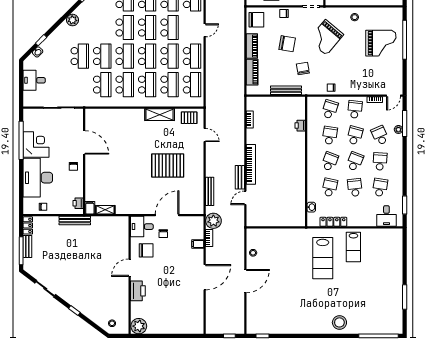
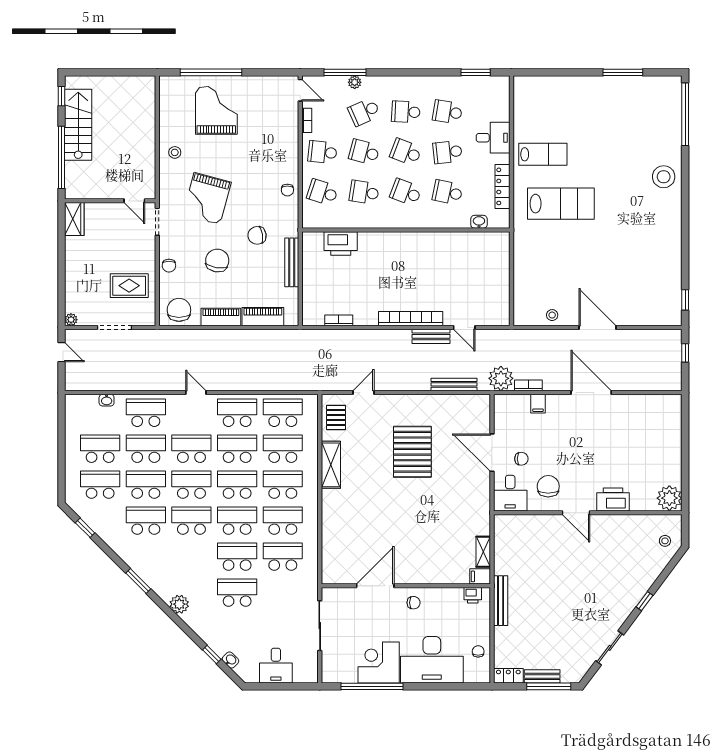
grand piano: (326, 37) -> (207, 198), turned 65
printer: (300, 126) -> (341, 244), width x1.87, depth x1.48
desk: (386, 216) -> (493, 138), moved

